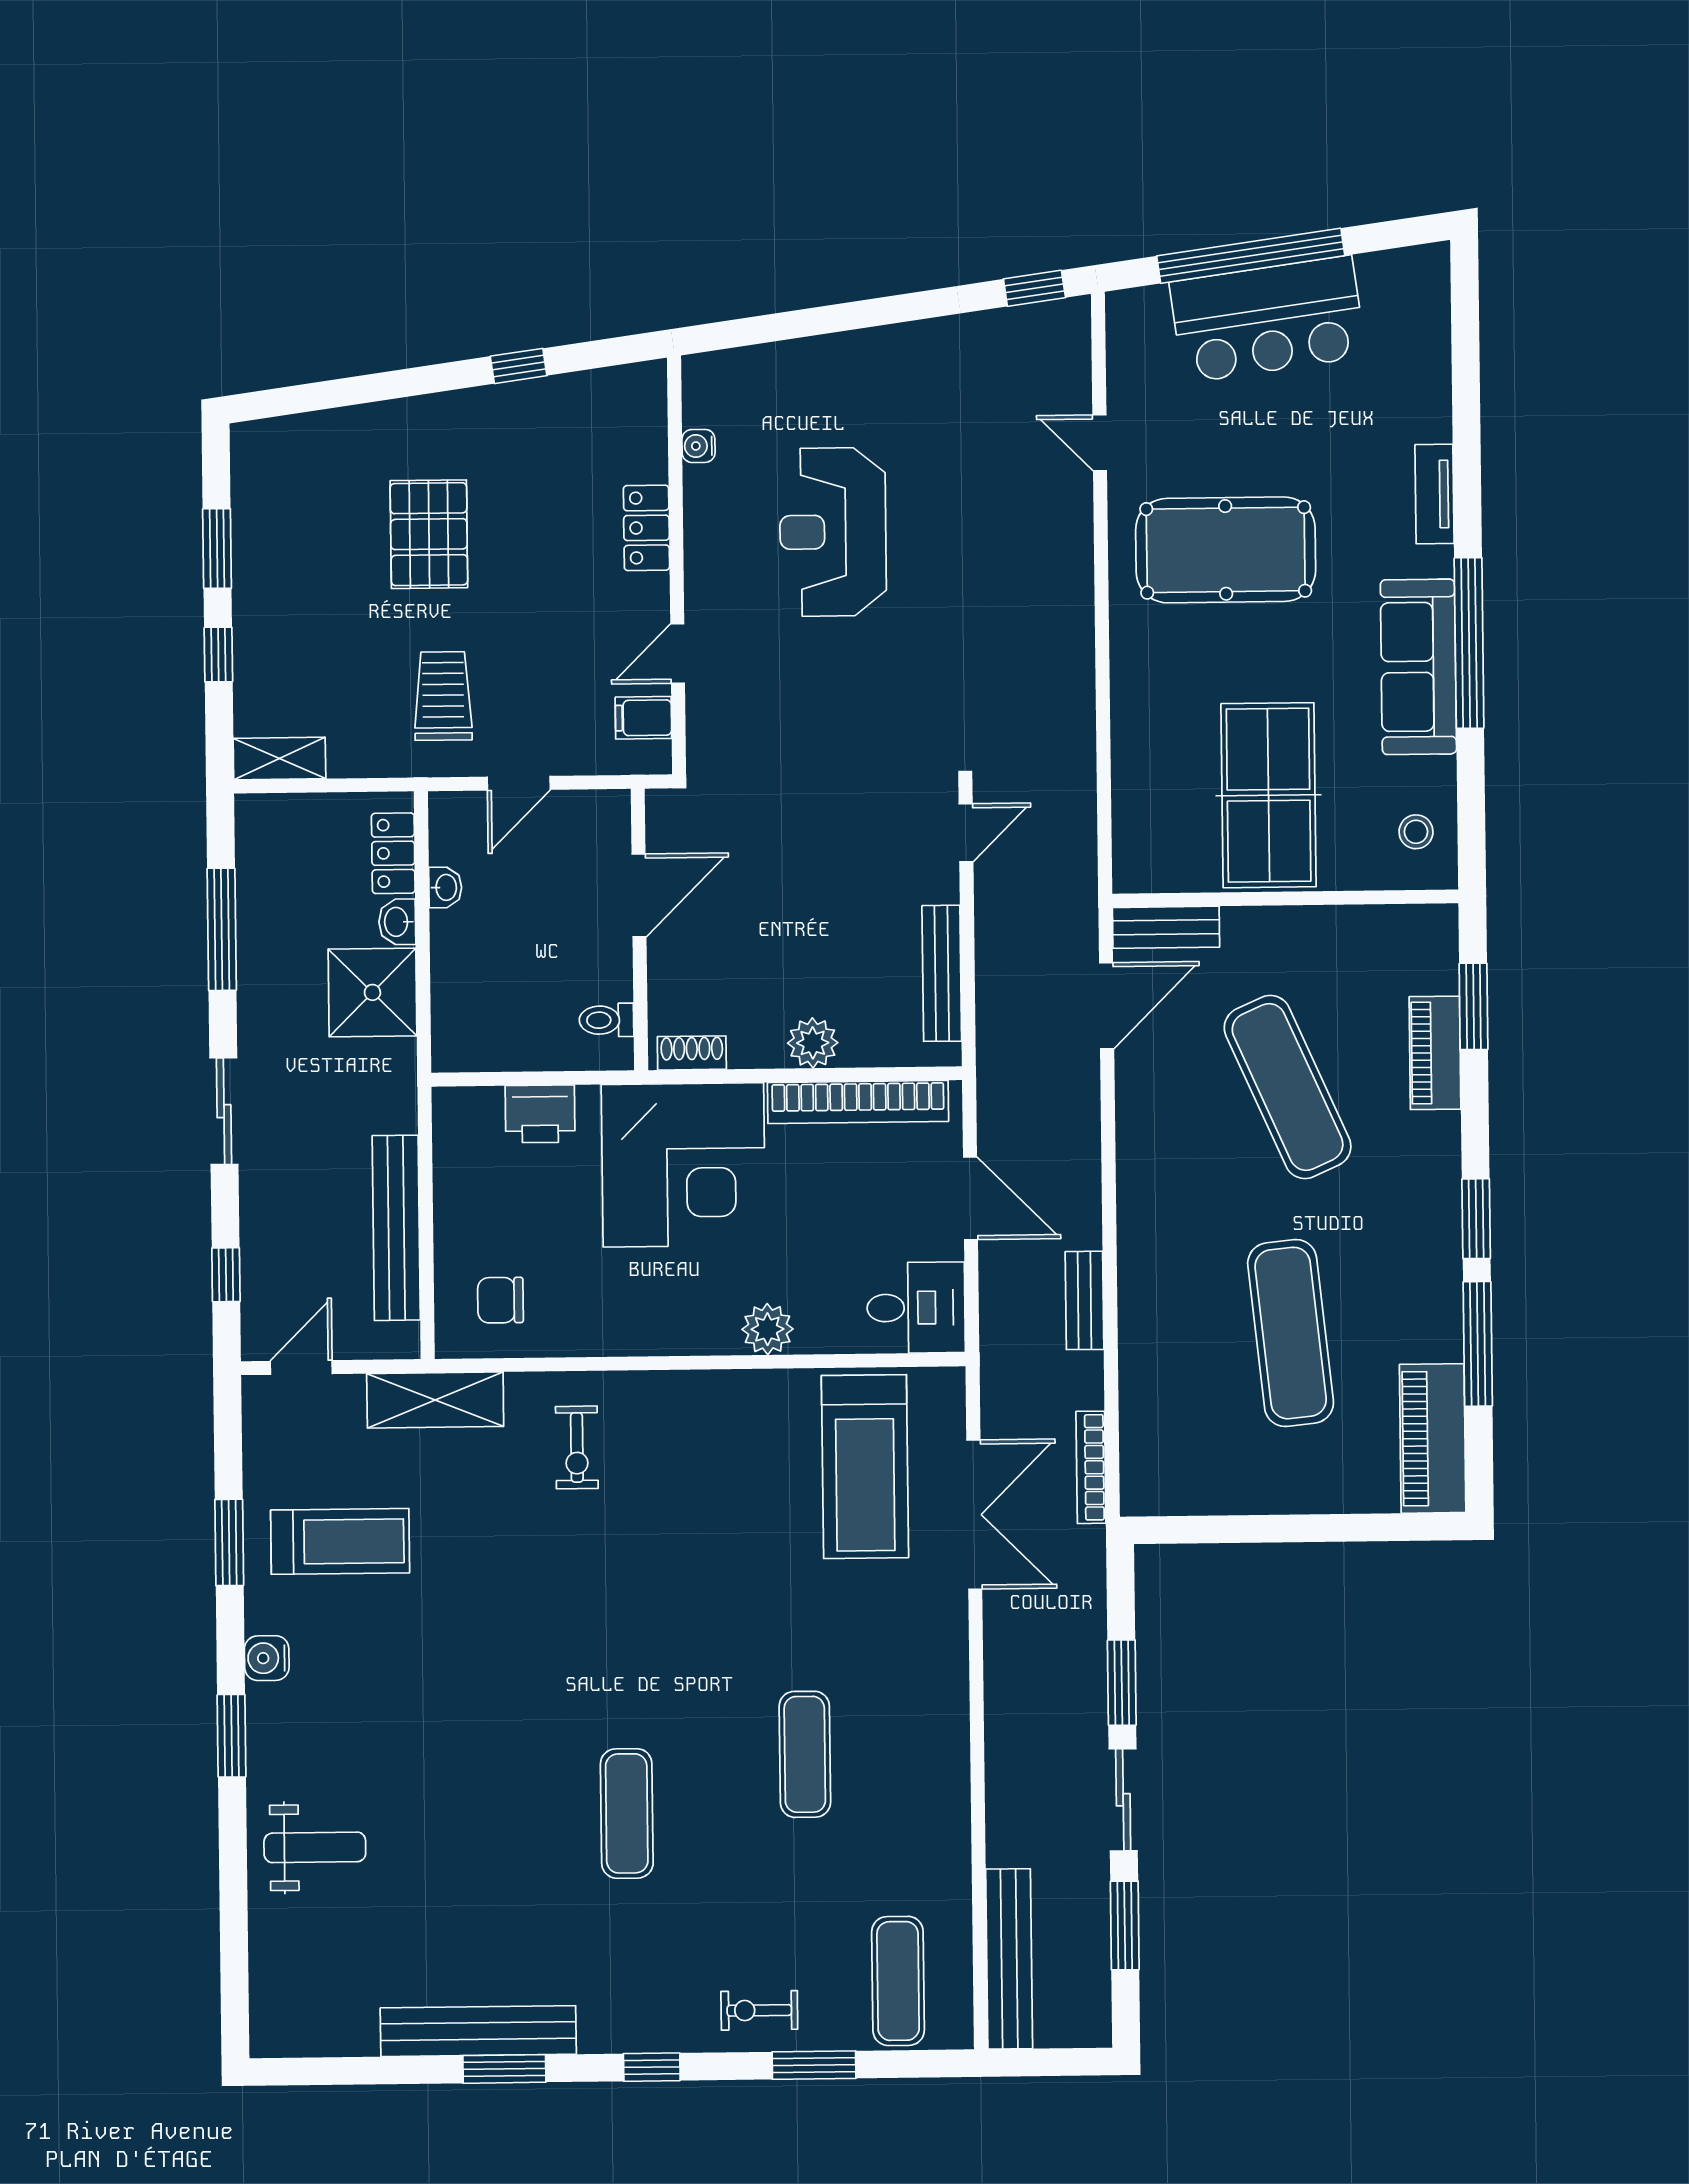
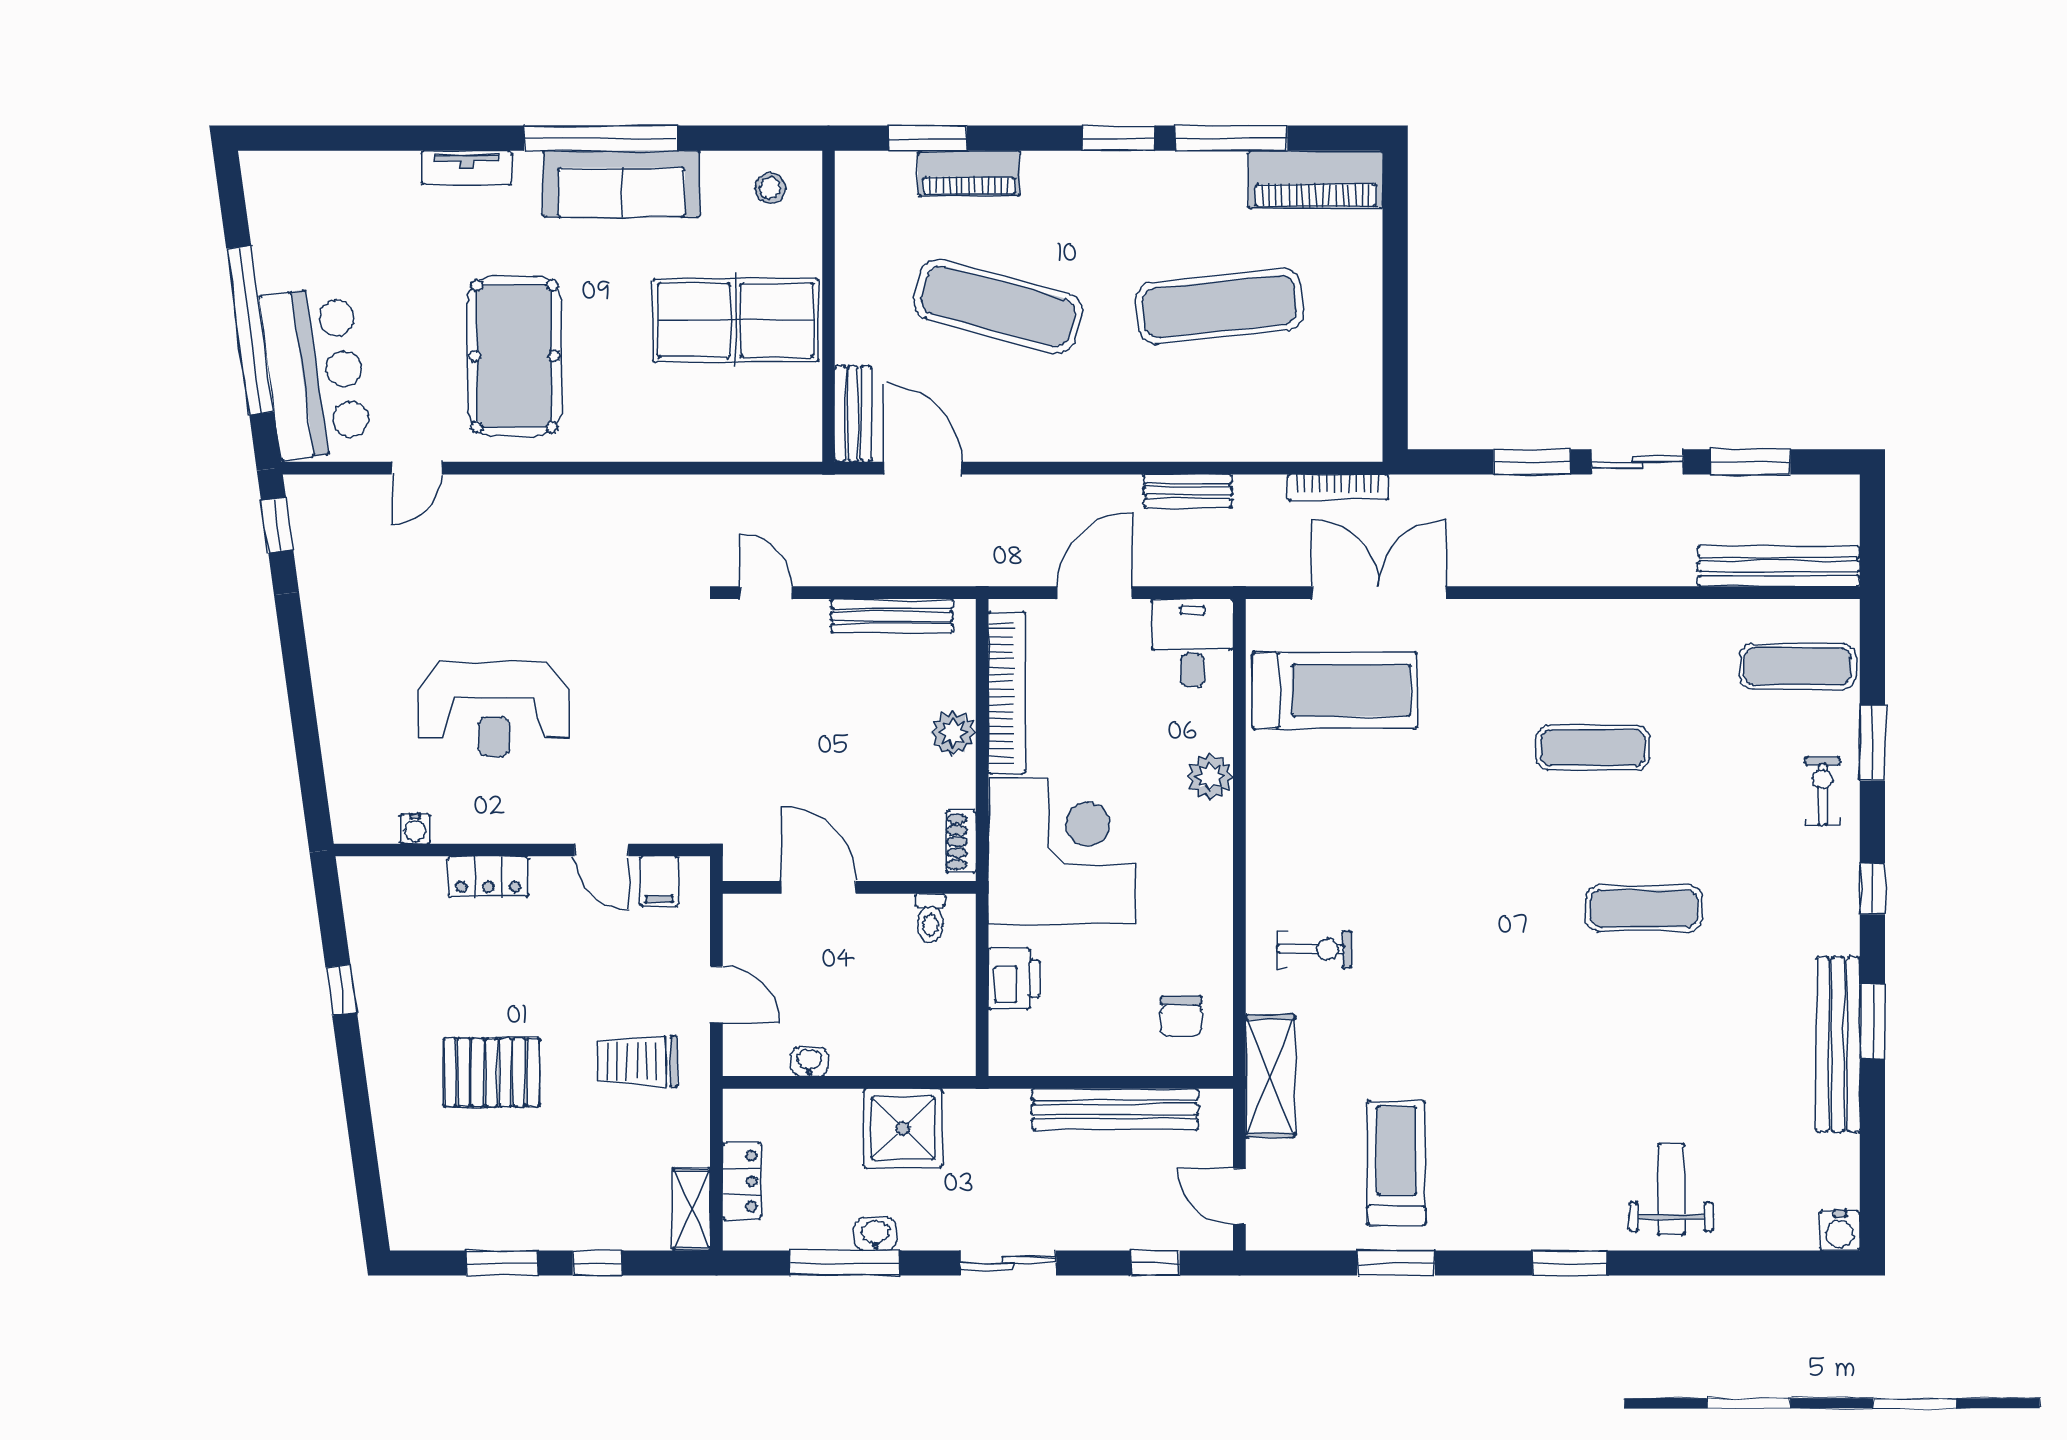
bar counter: (1268, 319) -> (315, 372), moved
locker: (393, 853) -> (742, 1181), moved, turned -90
washbasin: (397, 922) -> (876, 1234), moved, turned 180
exercise mat: (1288, 1087) -> (998, 306), turned 39
water cooler: (267, 1658) -> (1840, 1231), moved
exercise bike: (759, 2010) -> (1823, 791), turned 180

